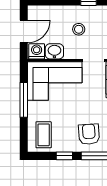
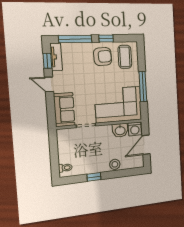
stool: (79, 29) -> (115, 164), moved
armchair: (89, 134) -> (103, 57), moved, turned -89

